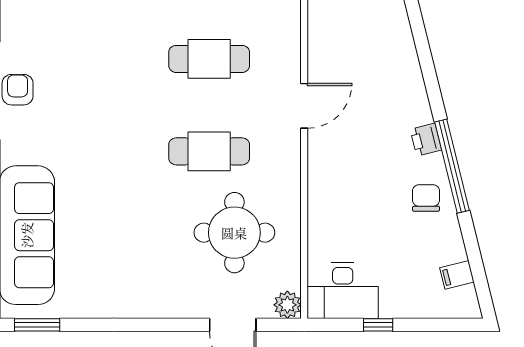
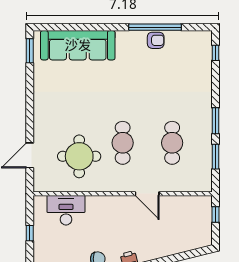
desk: (343, 291) -> (66, 210), moved, turned 90
plant: (287, 305) -> (41, 185), removed

